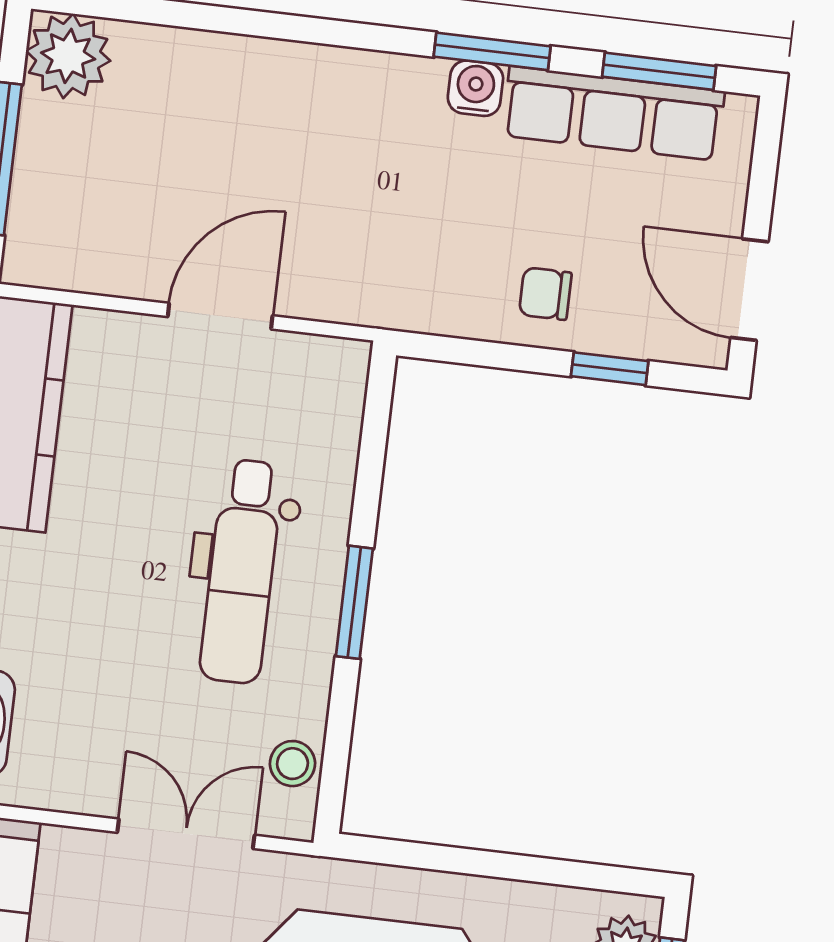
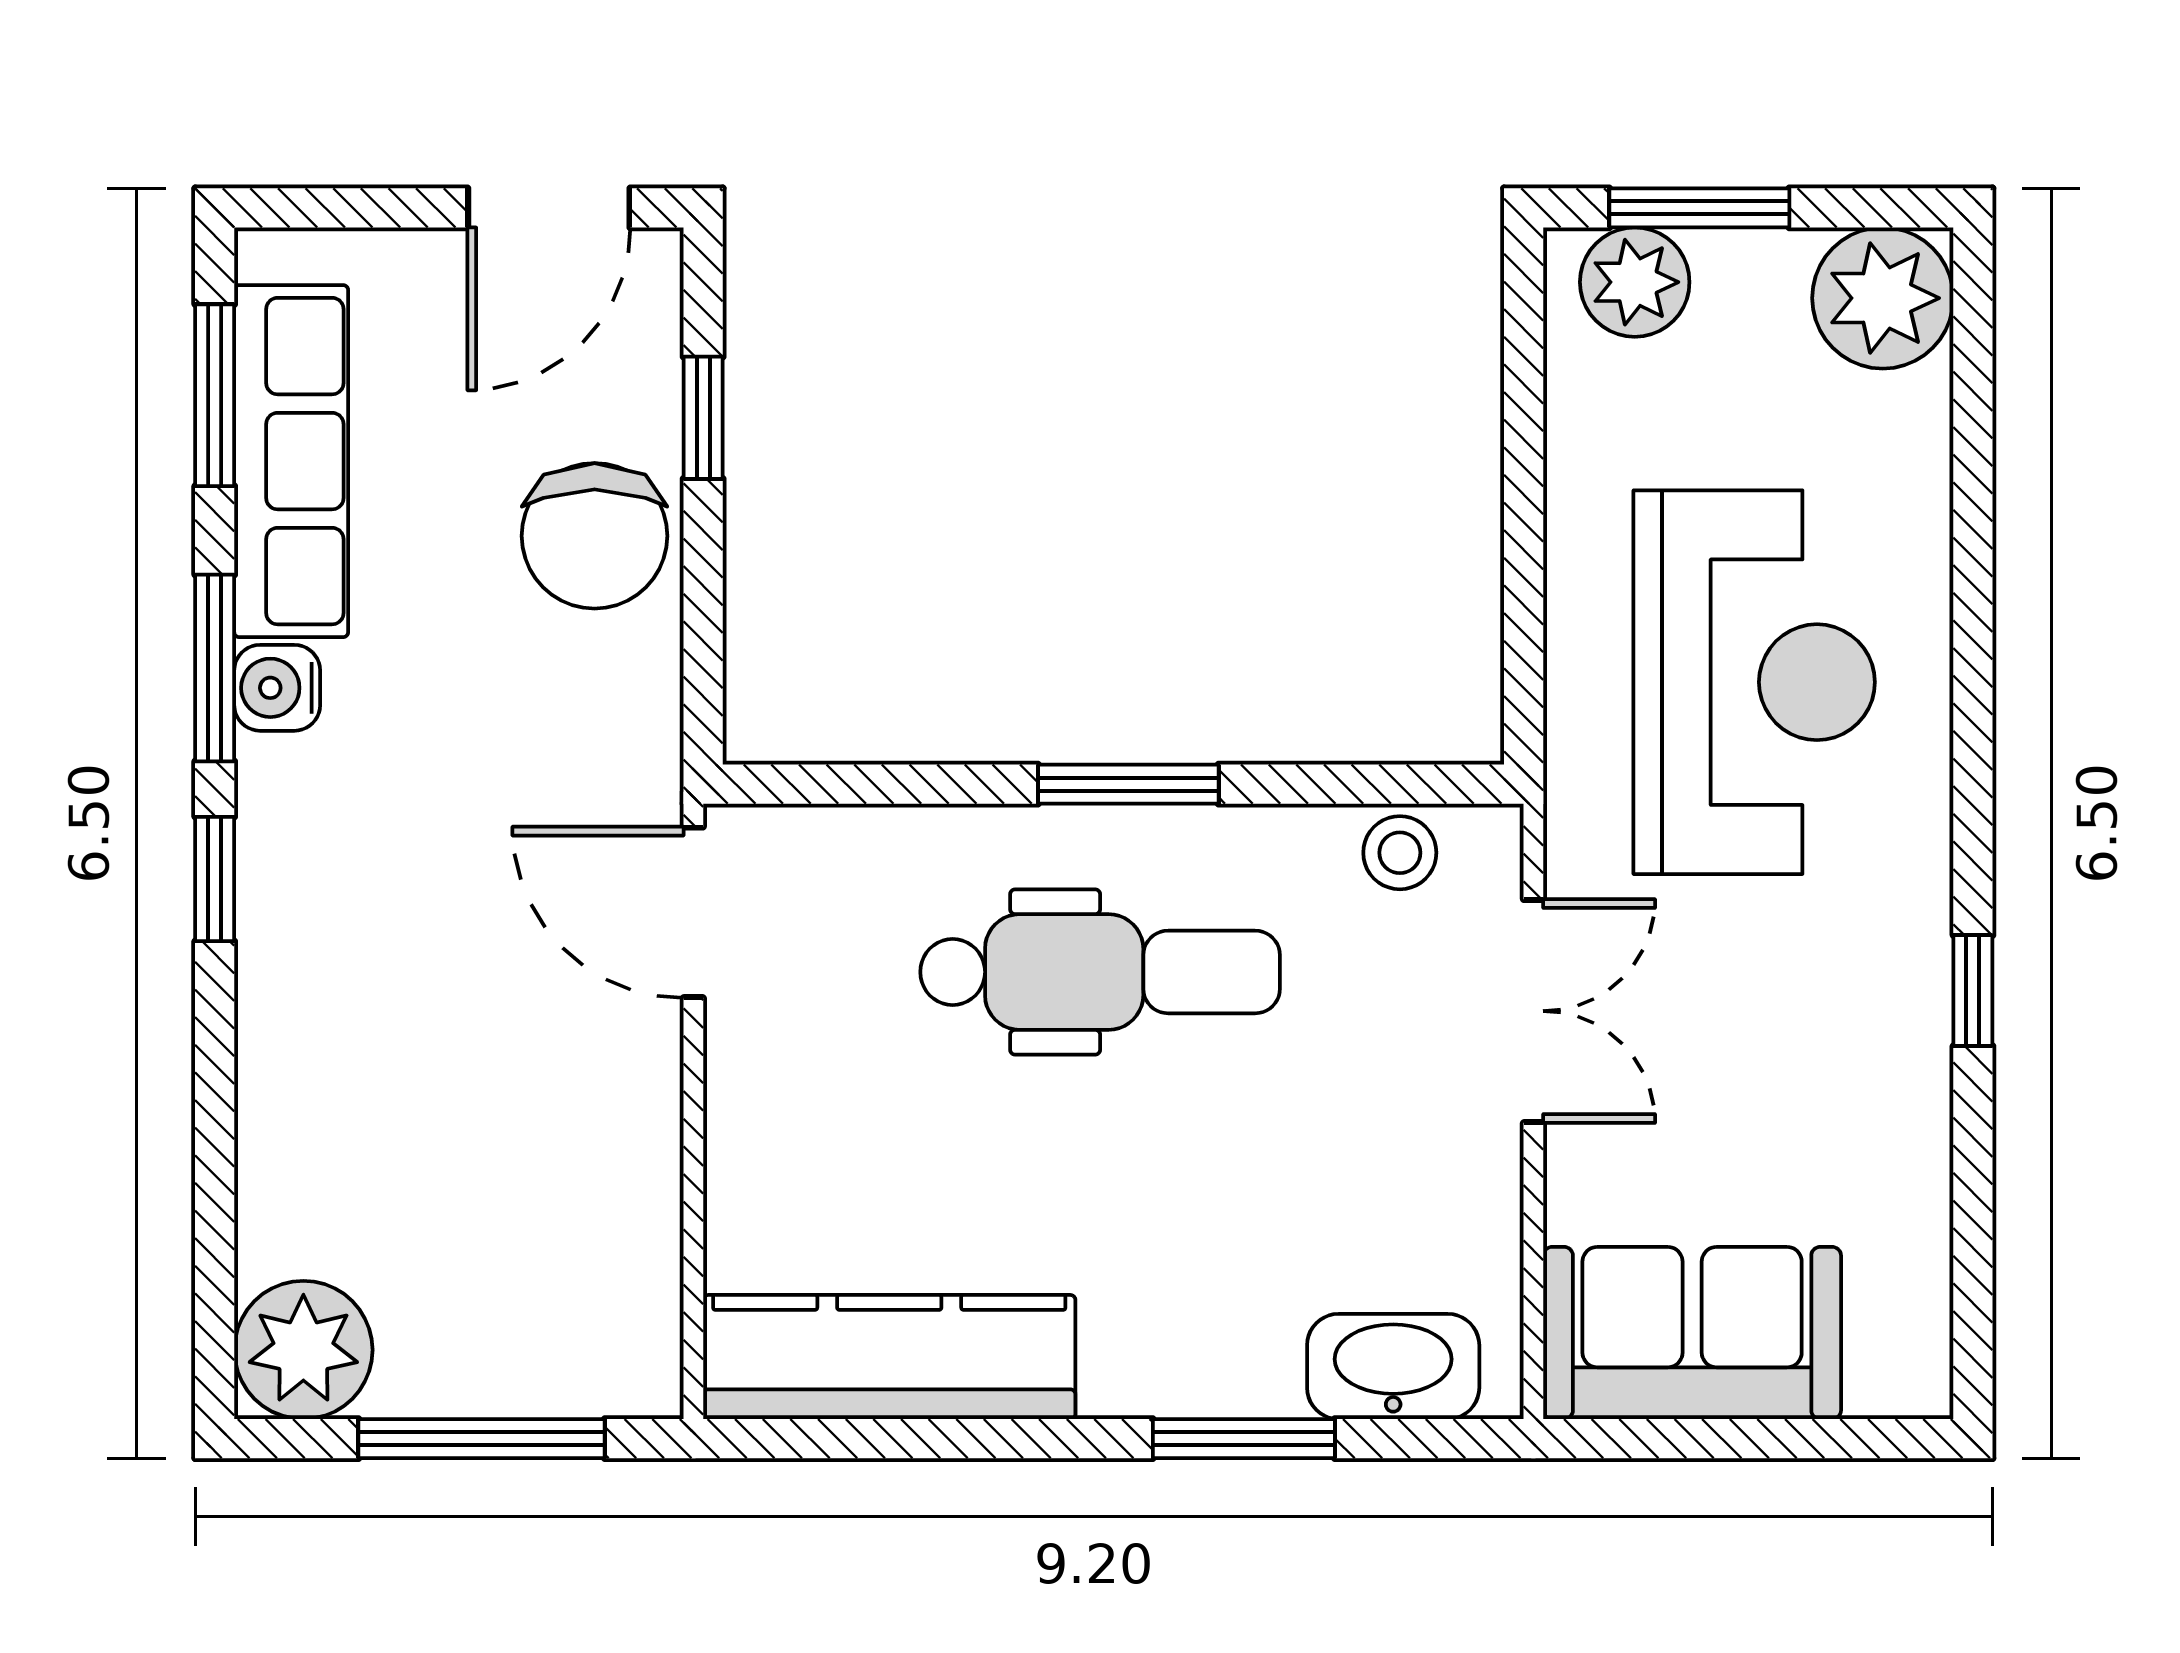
window: (363, 36) -> (215, 879), added
chair: (545, 294) -> (595, 536), width x1.87, depth x1.87
door: (220, 316) -> (693, 912), moved
double door: (186, 834) -> (1533, 1011), swing flipped

